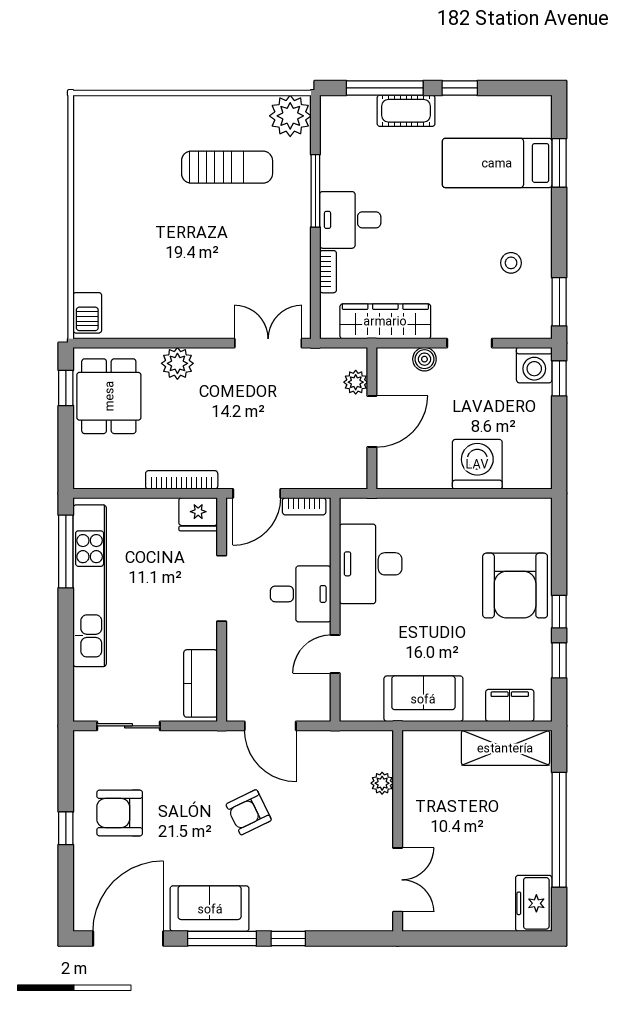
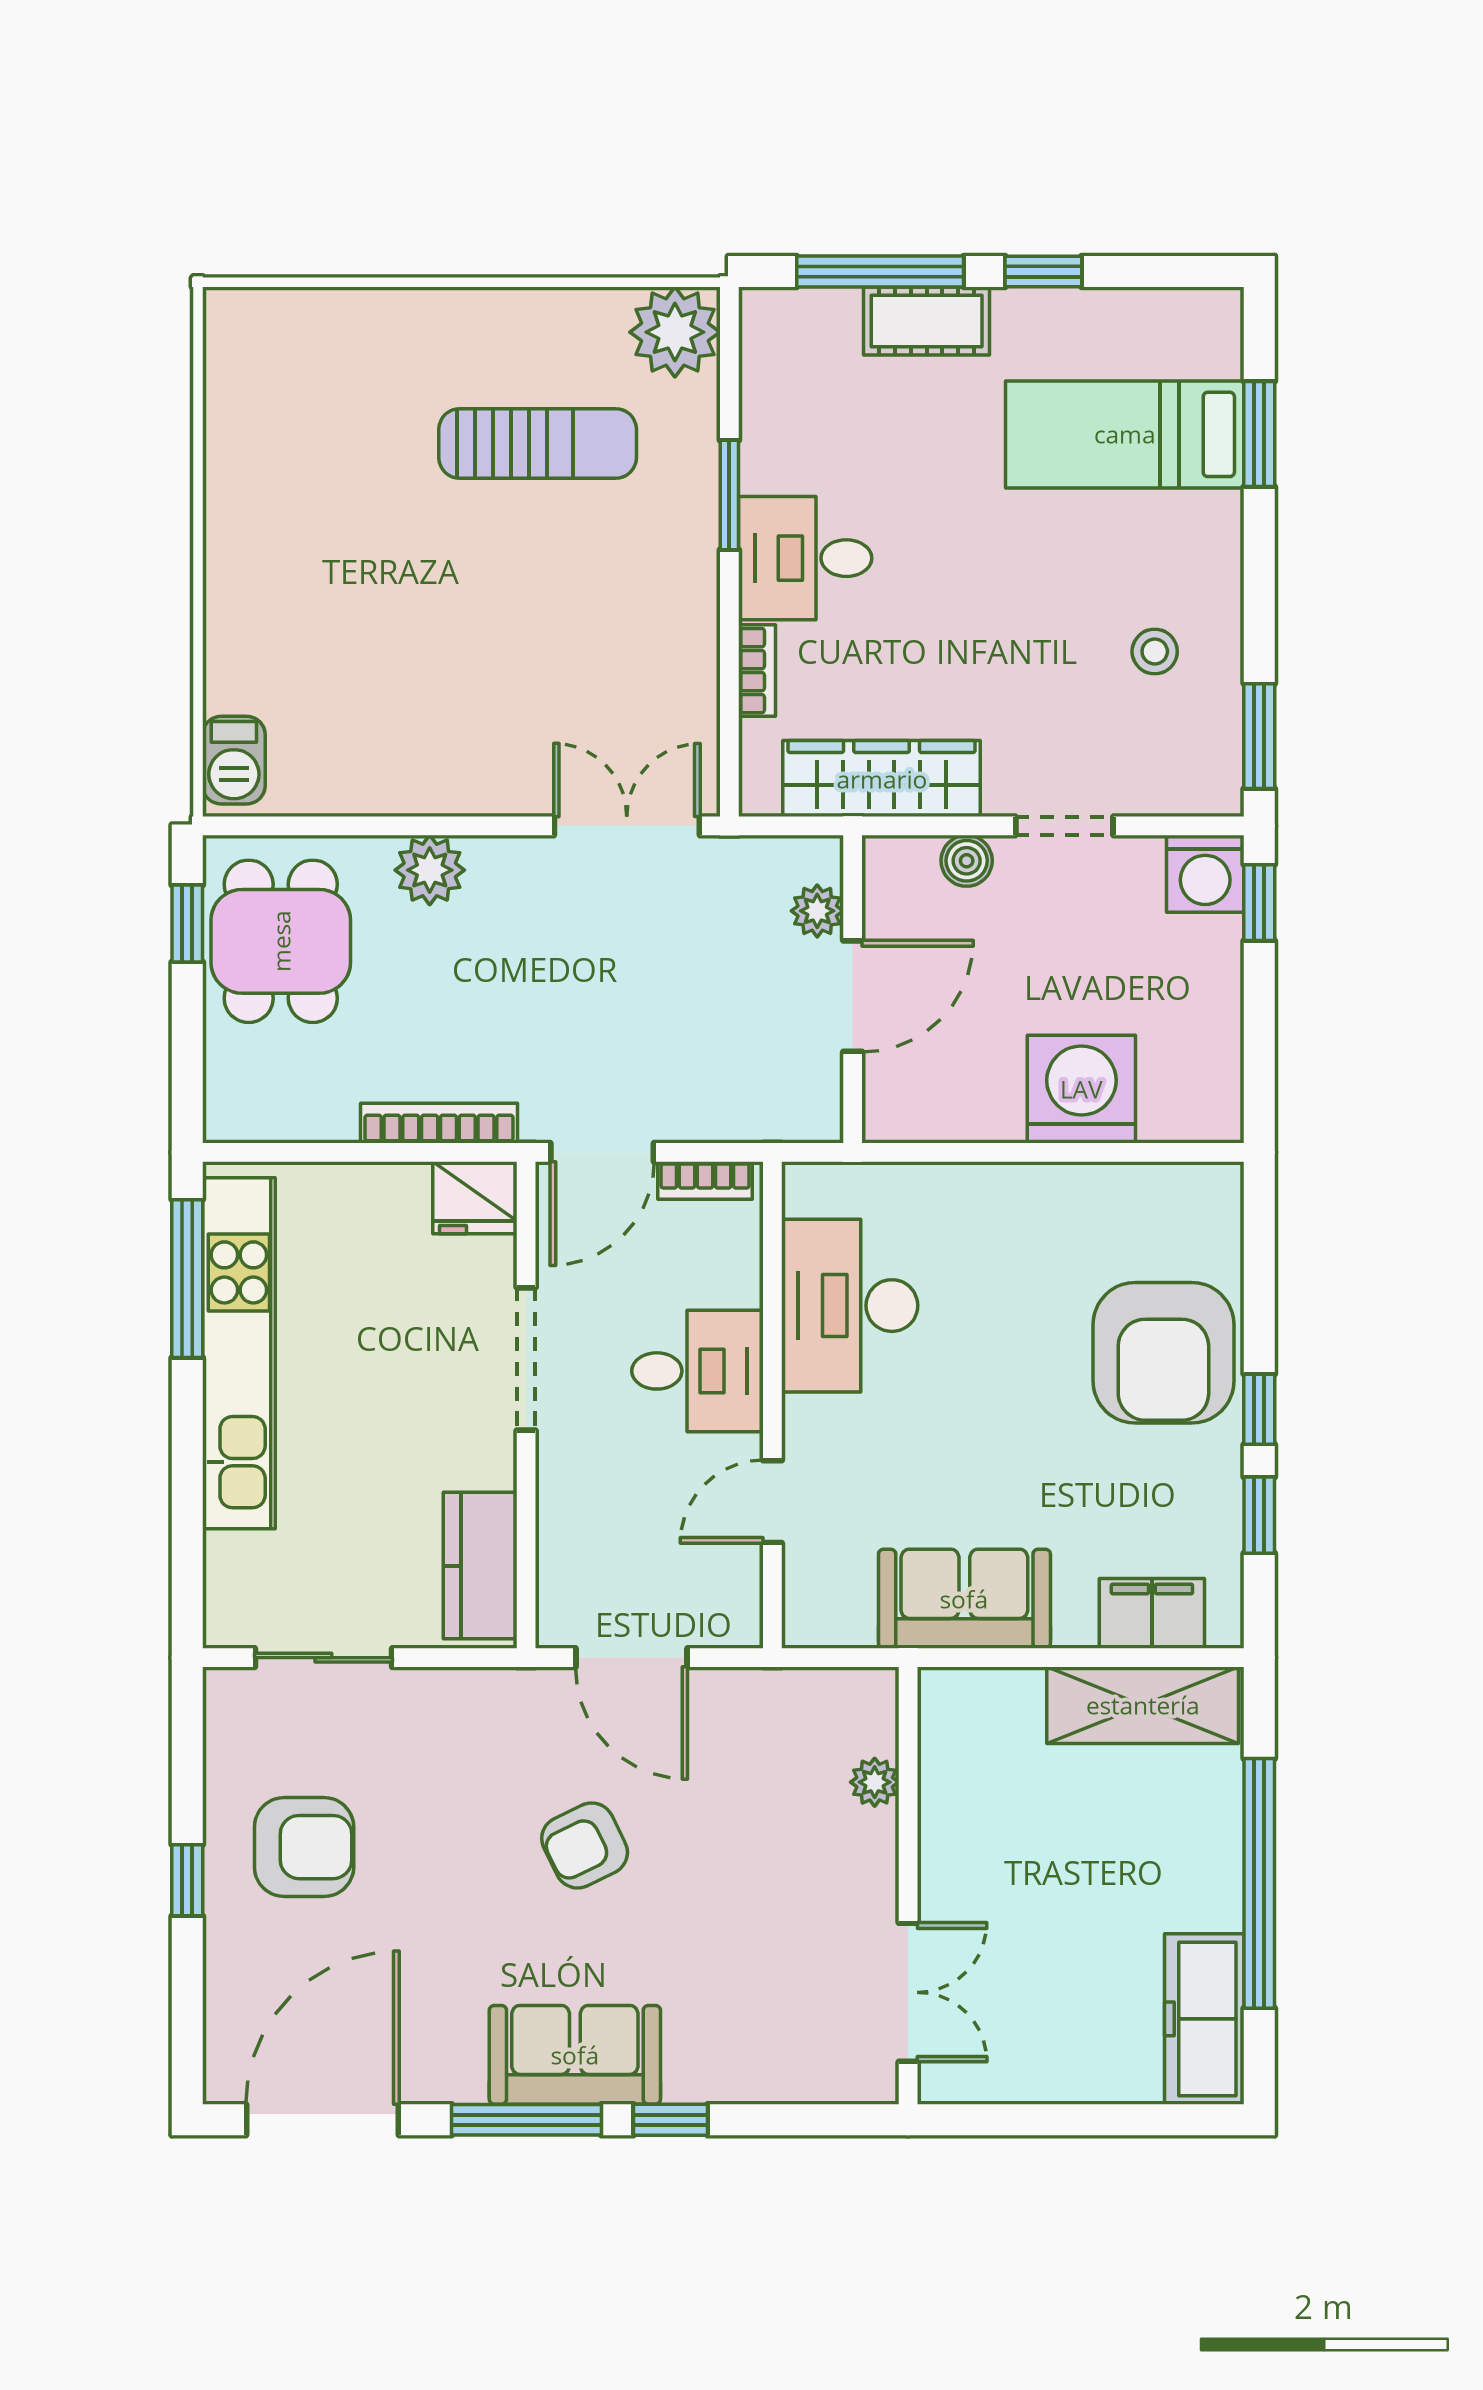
window: (315, 191) -> (729, 495), width x0.69
armchair: (120, 813) -> (304, 1847), turned 180
freezer: (534, 903) -> (1204, 2019), width x1.40
sofa: (210, 909) -> (575, 2055), moved

